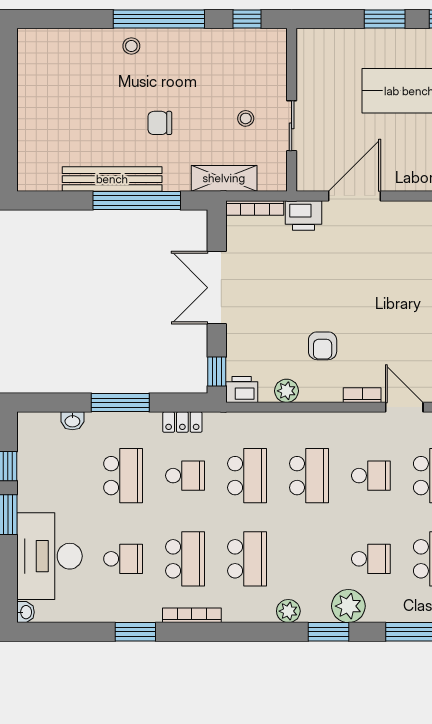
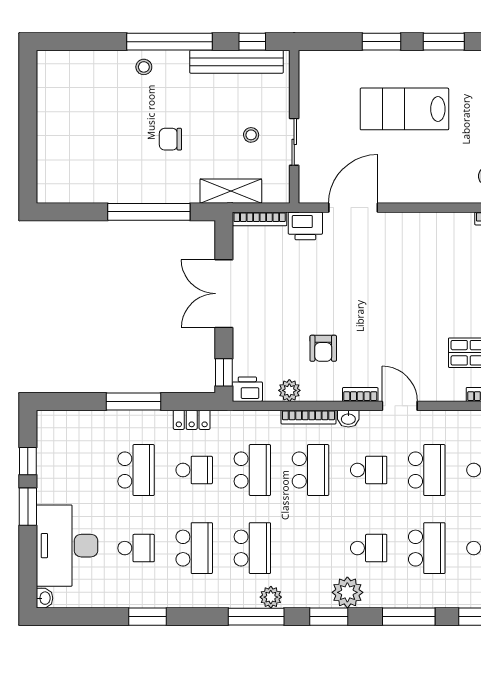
bench: (112, 179) -> (237, 62), moved
washbasin: (72, 421) -> (348, 419), moved
plant: (288, 611) -> (271, 597), moved
bookcase: (192, 615) -> (308, 417), moved, turned 180
window: (251, 632) -> (256, 617), added

